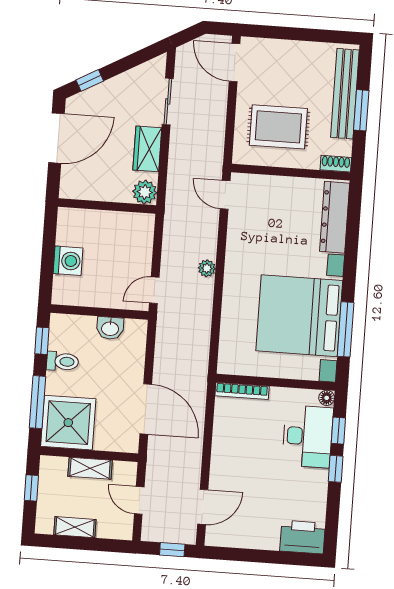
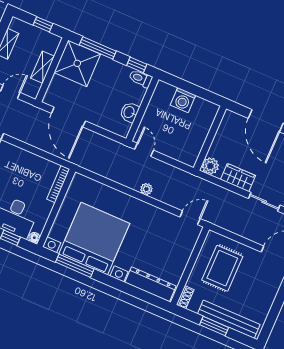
toilet: (63, 361) -> (141, 78), moved, turned 90
door: (146, 409) -> (68, 117), hinge flipped

